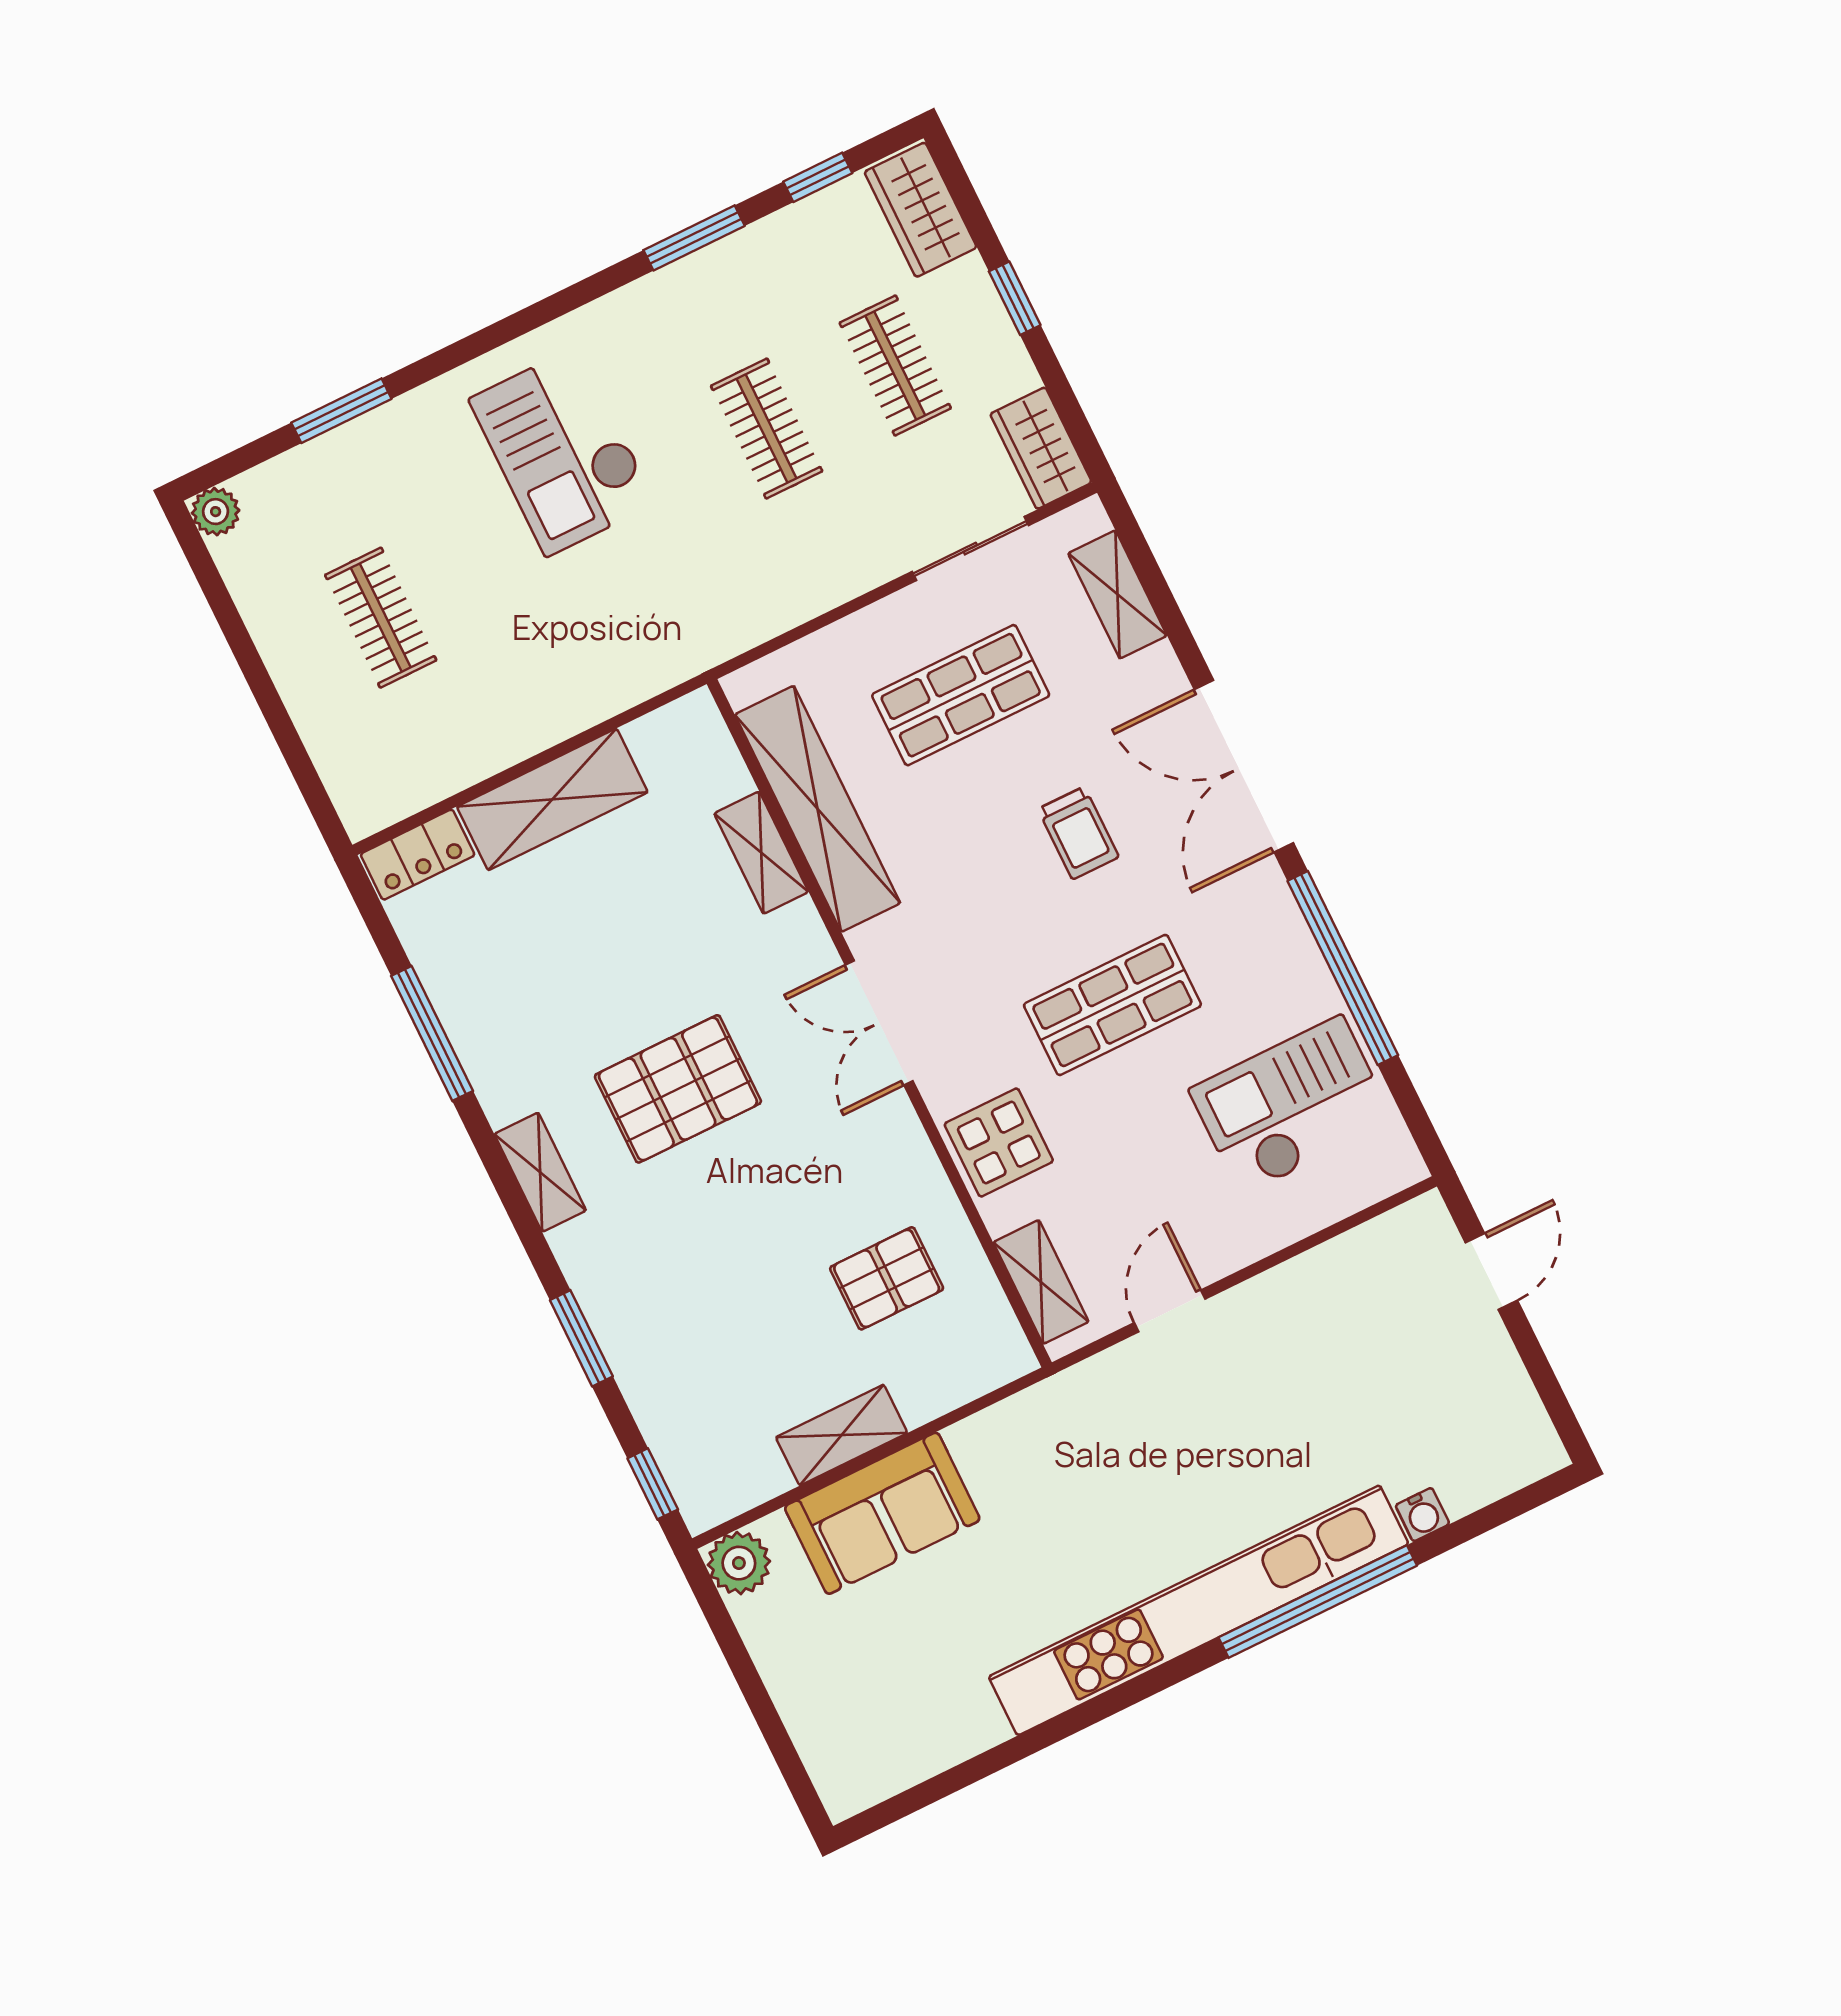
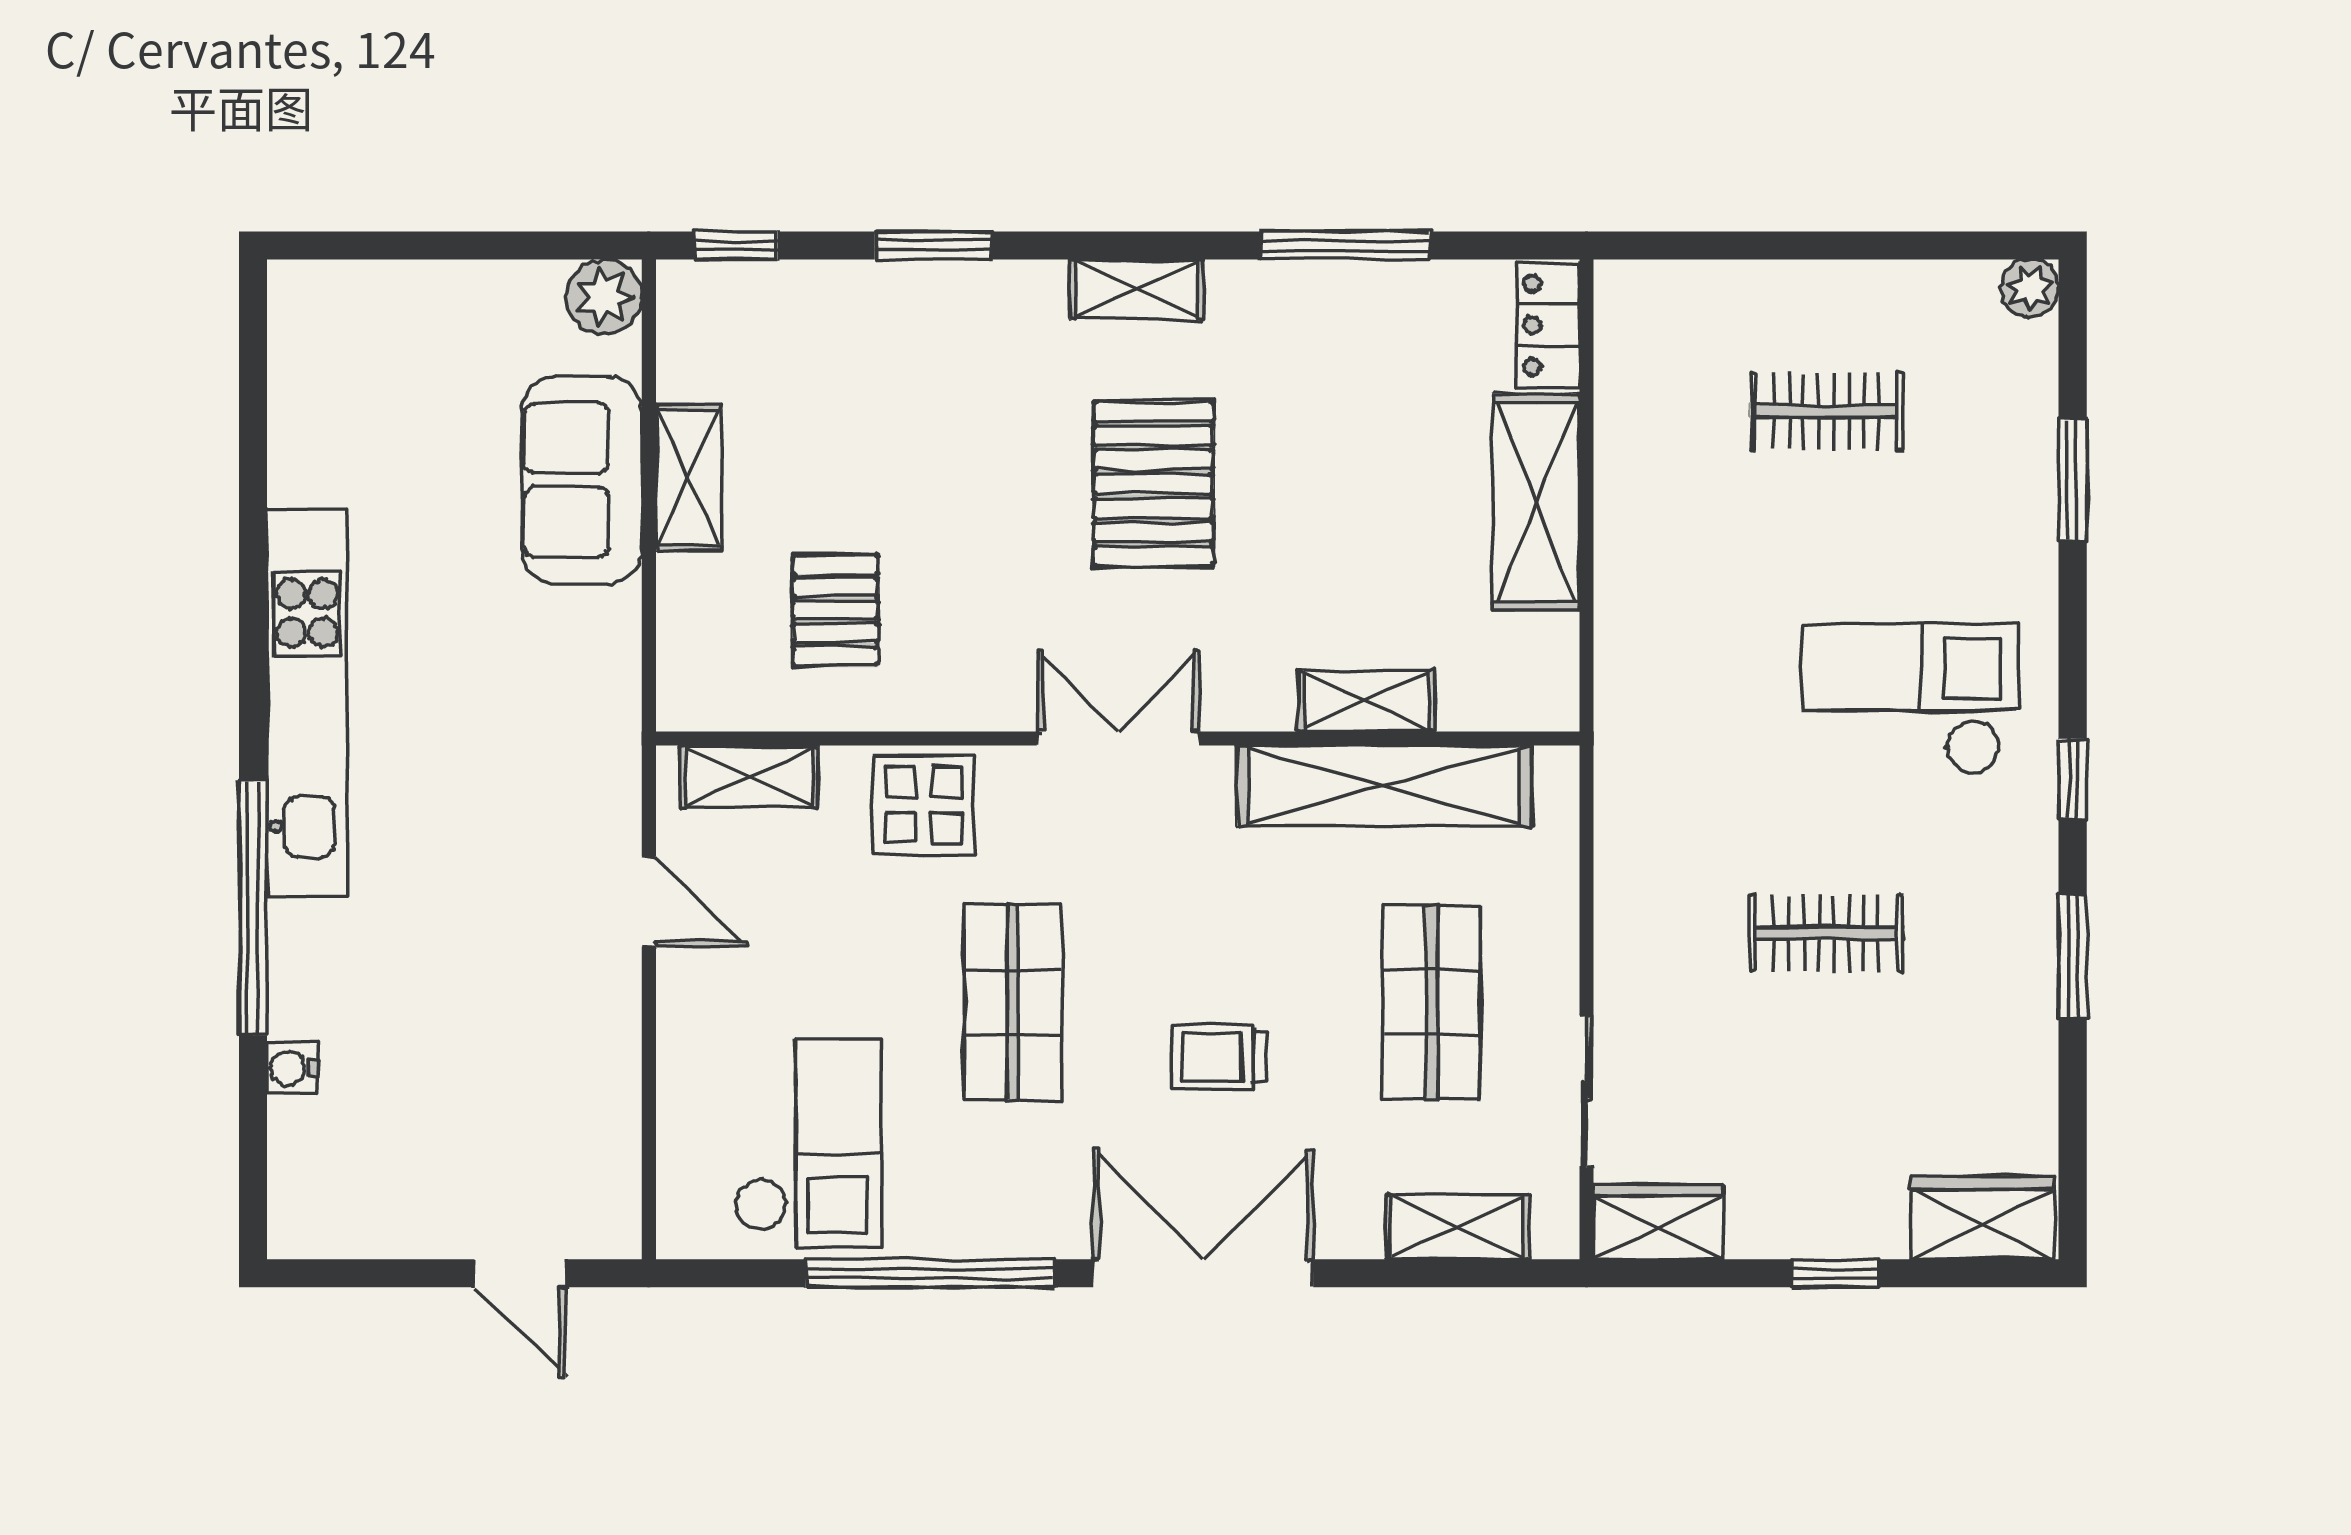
window: (818, 177) -> (2073, 779), moved
clothes rail: (895, 366) -> (1826, 1107), removed
kitchen unit: (1199, 1610) -> (307, 702), width x0.73

